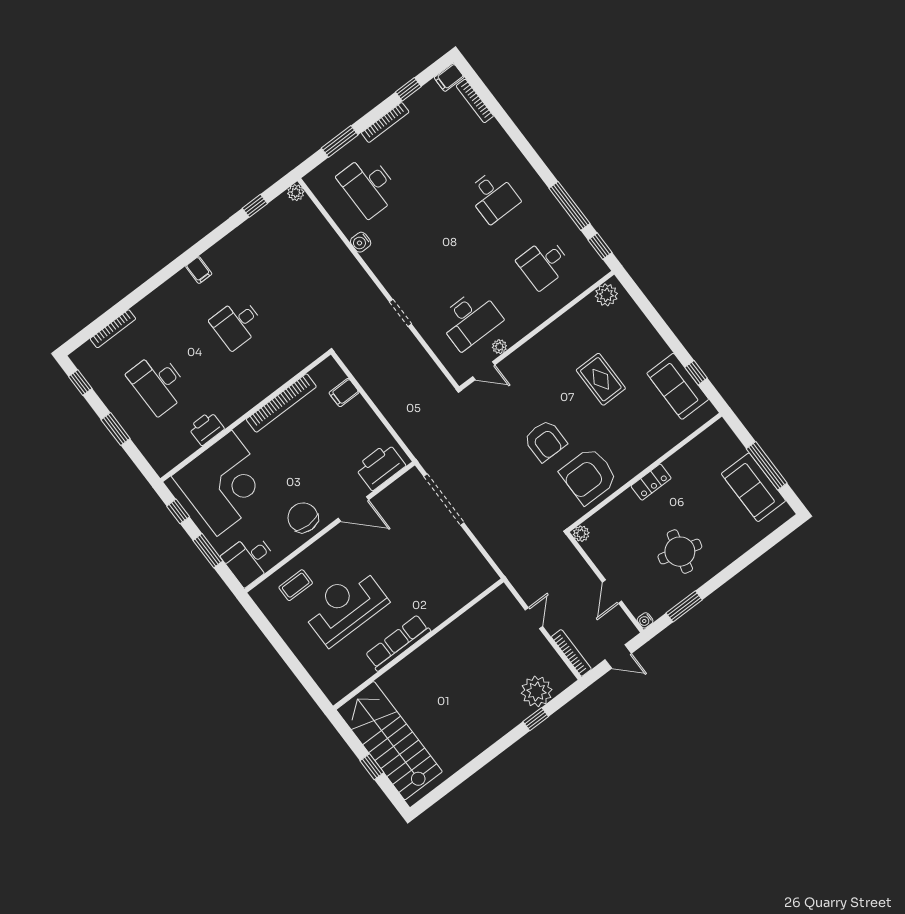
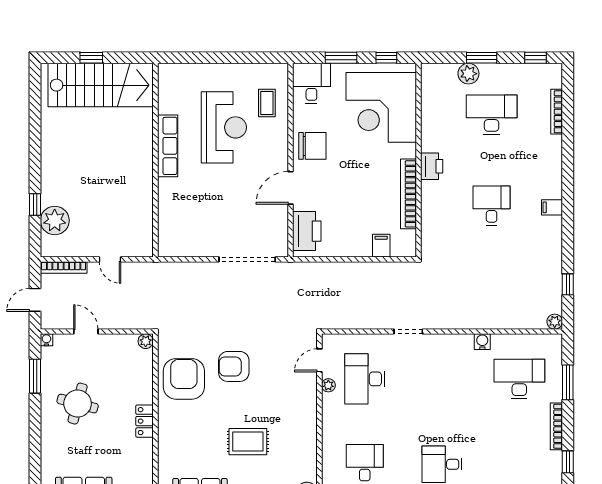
printer: (206, 428) -> (432, 166), moved
plant: (138, 430) -> (468, 74), added

